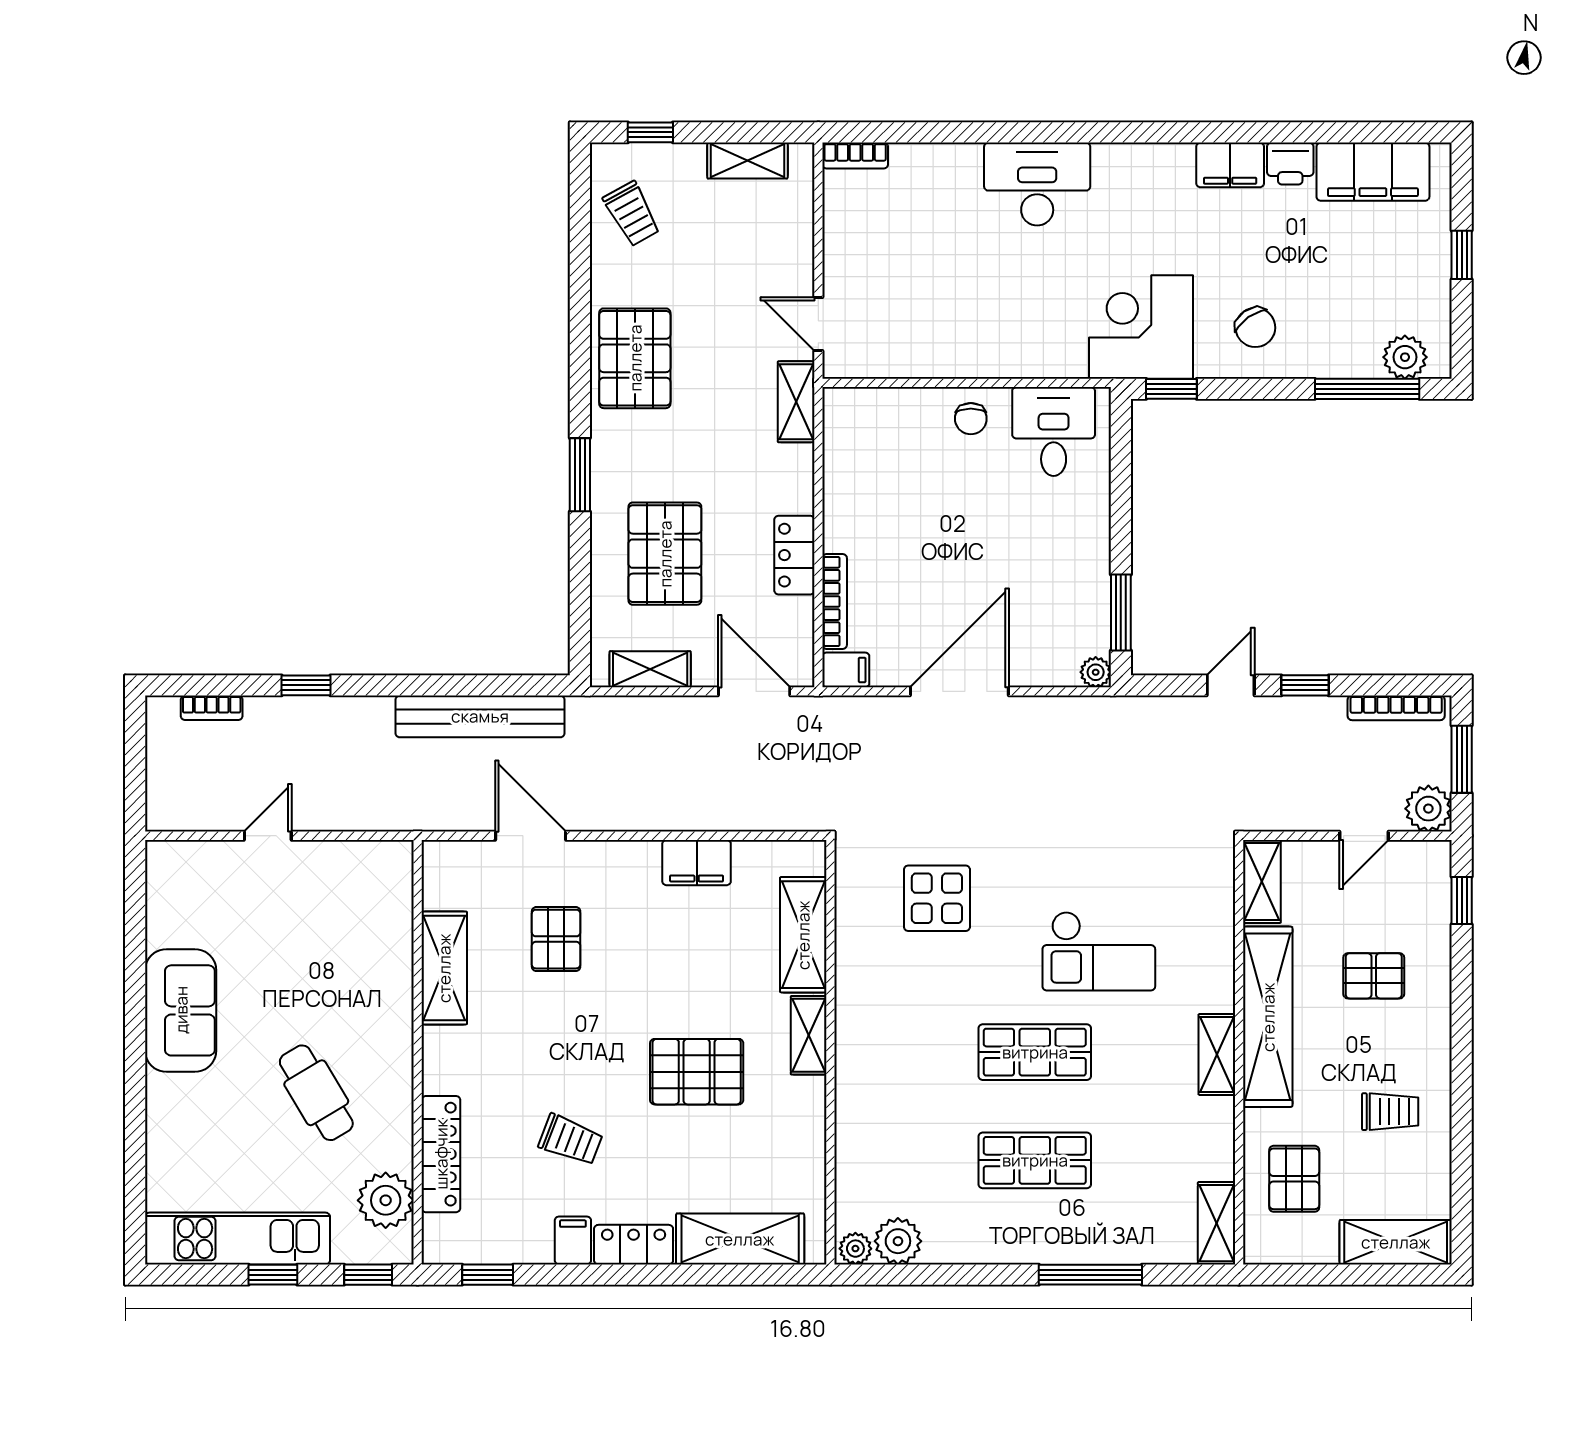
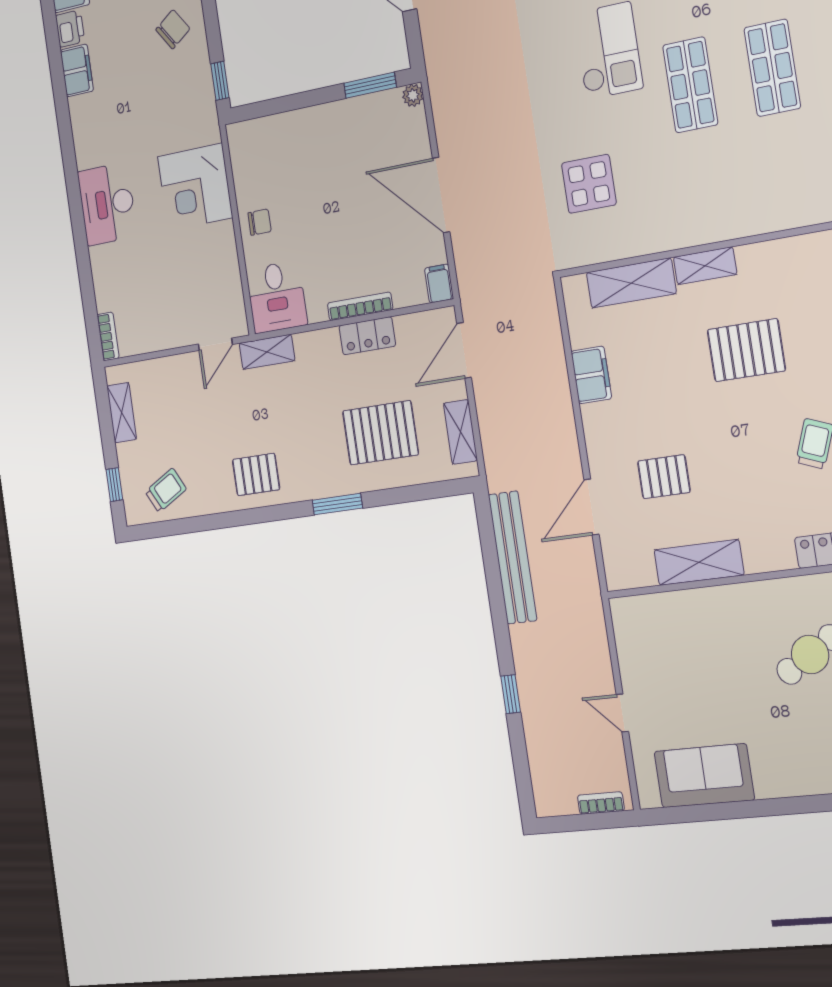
corner desk: (1141, 327) -> (195, 187), moved
pallet: (635, 358) -> (256, 475), width x0.67, depth x0.71
desk: (1054, 431) -> (277, 297), moved, turned -90
bookcase: (835, 601) -> (360, 306), moved
bookcase: (212, 708) -> (601, 803), moved, turned -90
sofa: (181, 1010) -> (704, 776), moved
pallet: (697, 1072) -> (746, 350), turned 90

